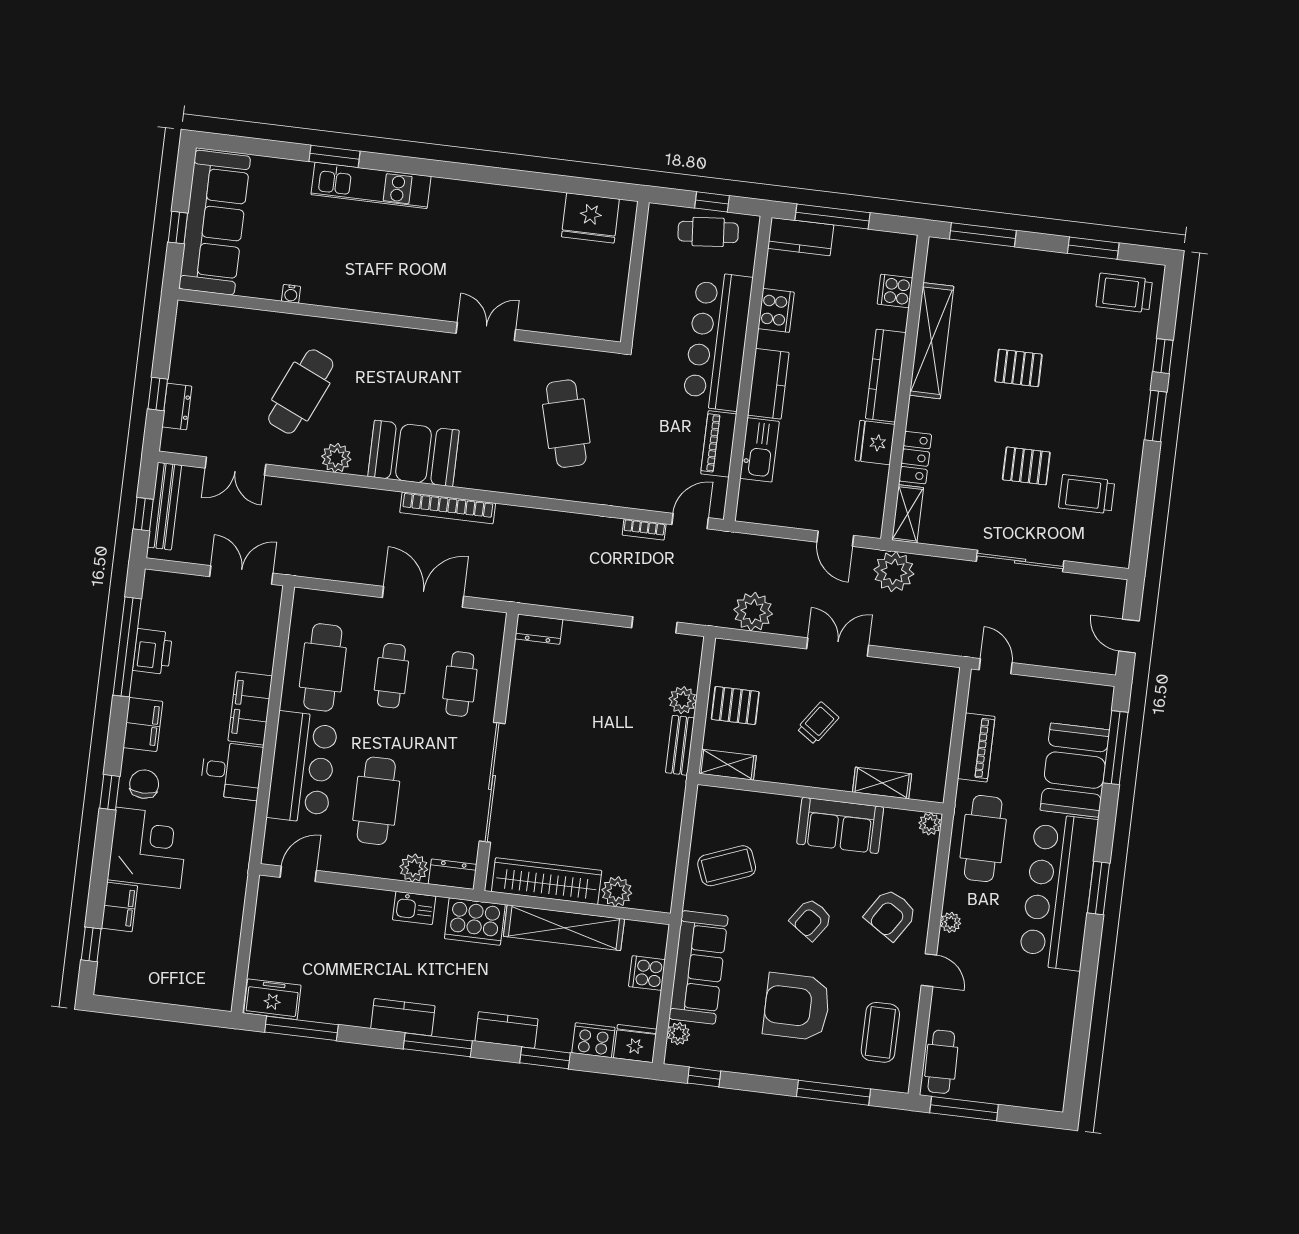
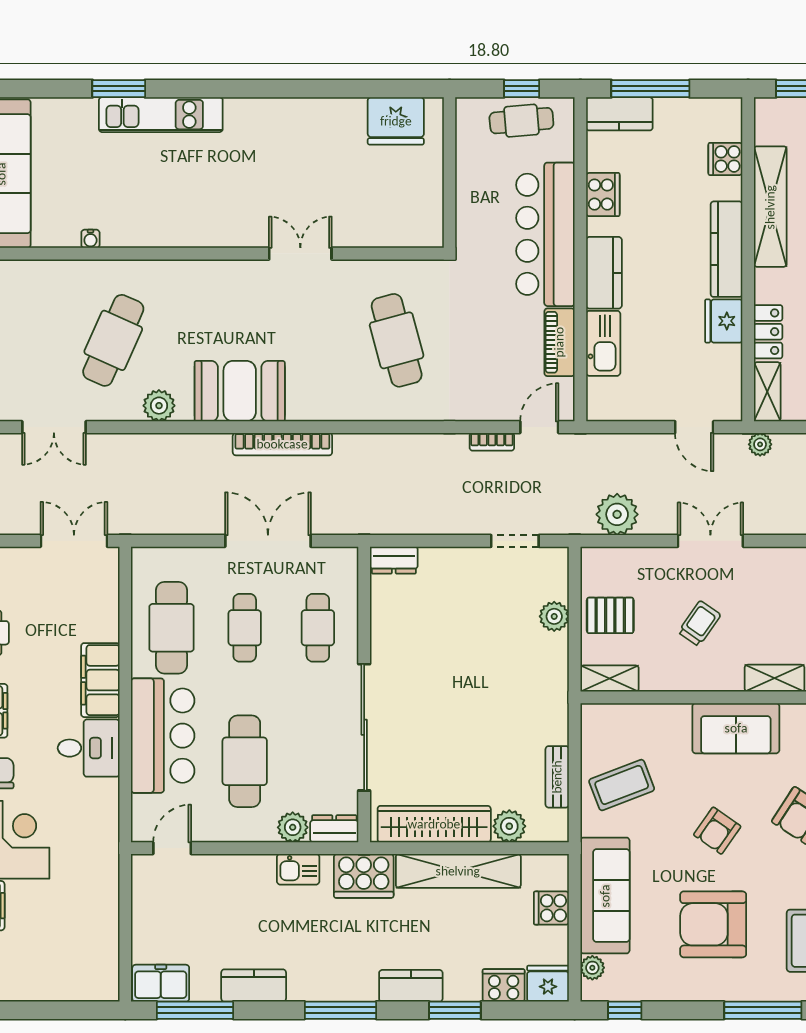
plant: (894, 572) -> (760, 444), width x0.53, depth x0.53
bench: (680, 745) -> (557, 777), moved
kitchen counter: (403, 1017) -> (254, 986), moved

